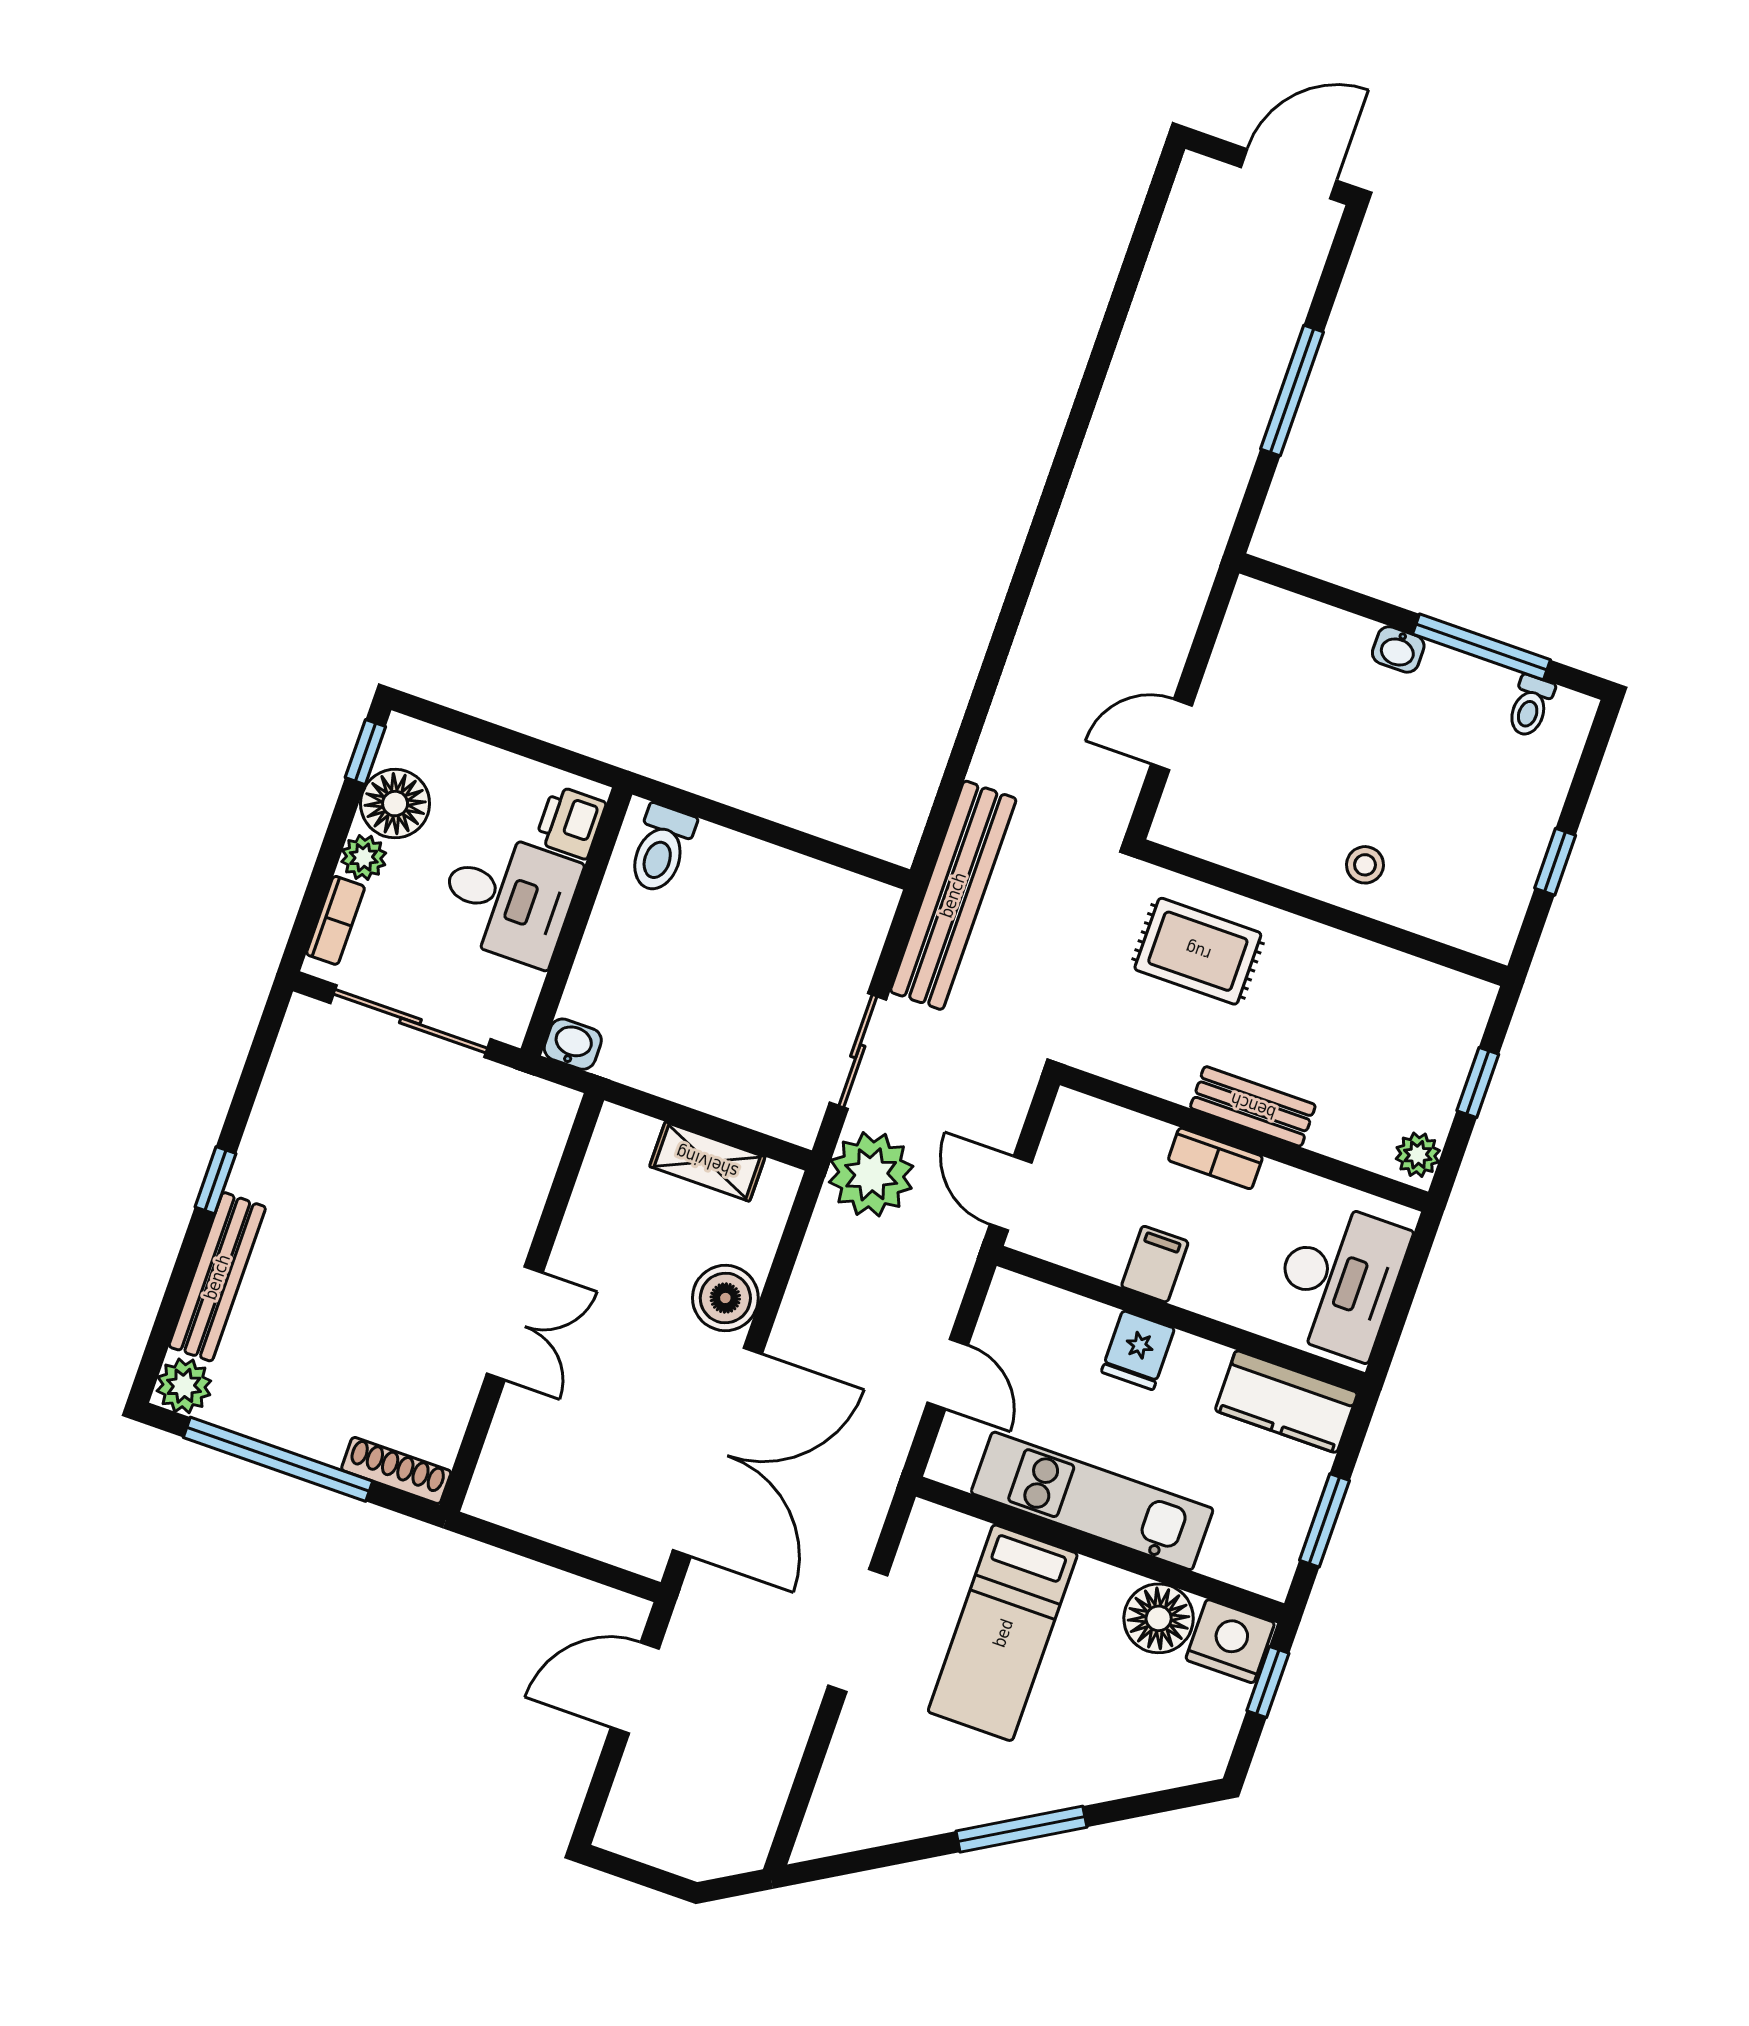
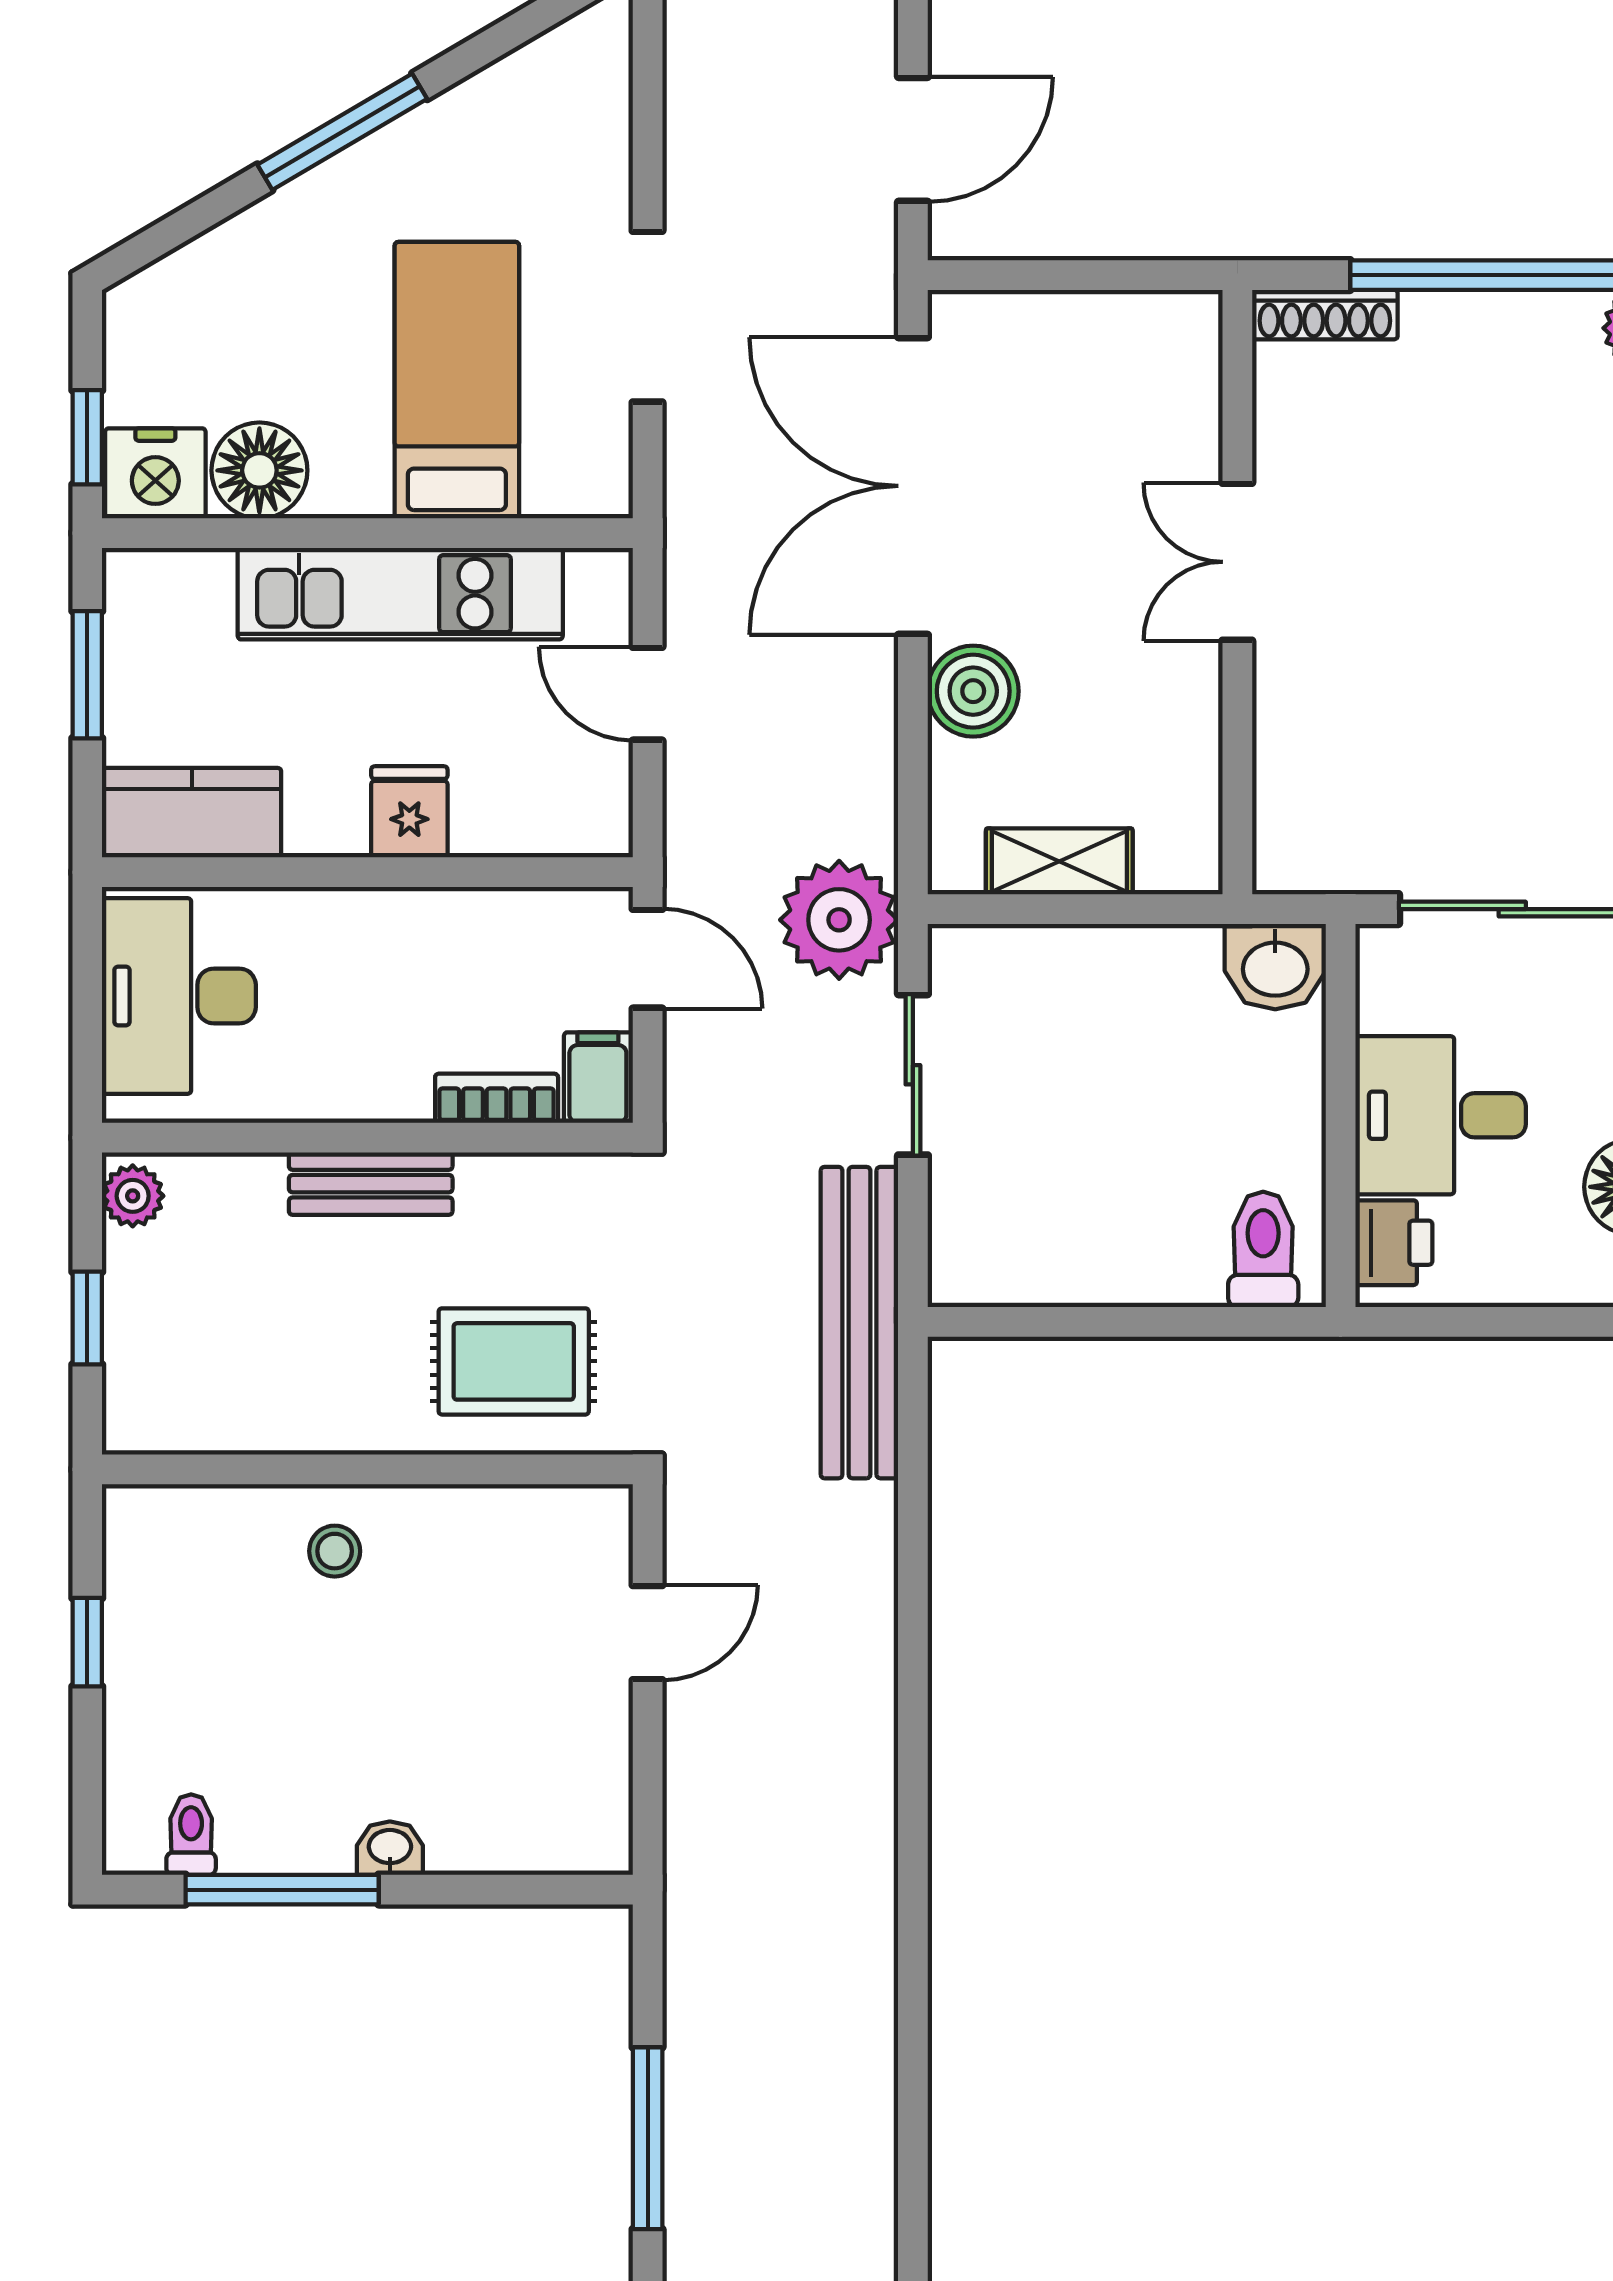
washbasin: (573, 1044) -> (1275, 967), width x1.38, depth x1.45
bookcase: (1215, 1158) -> (497, 1098), moved
filing cabinet: (1155, 1264) -> (598, 1078), moved, turned 180

